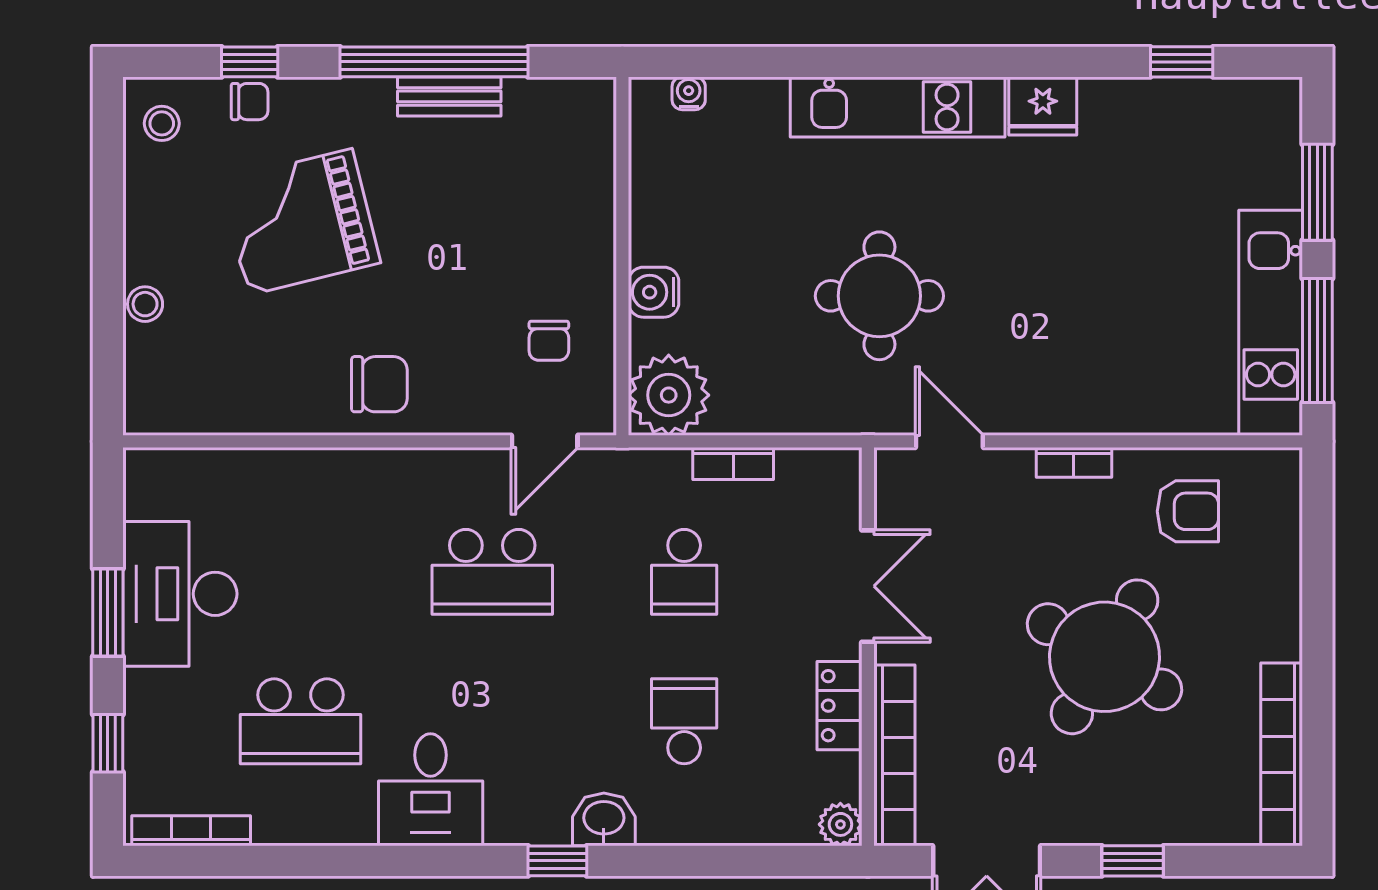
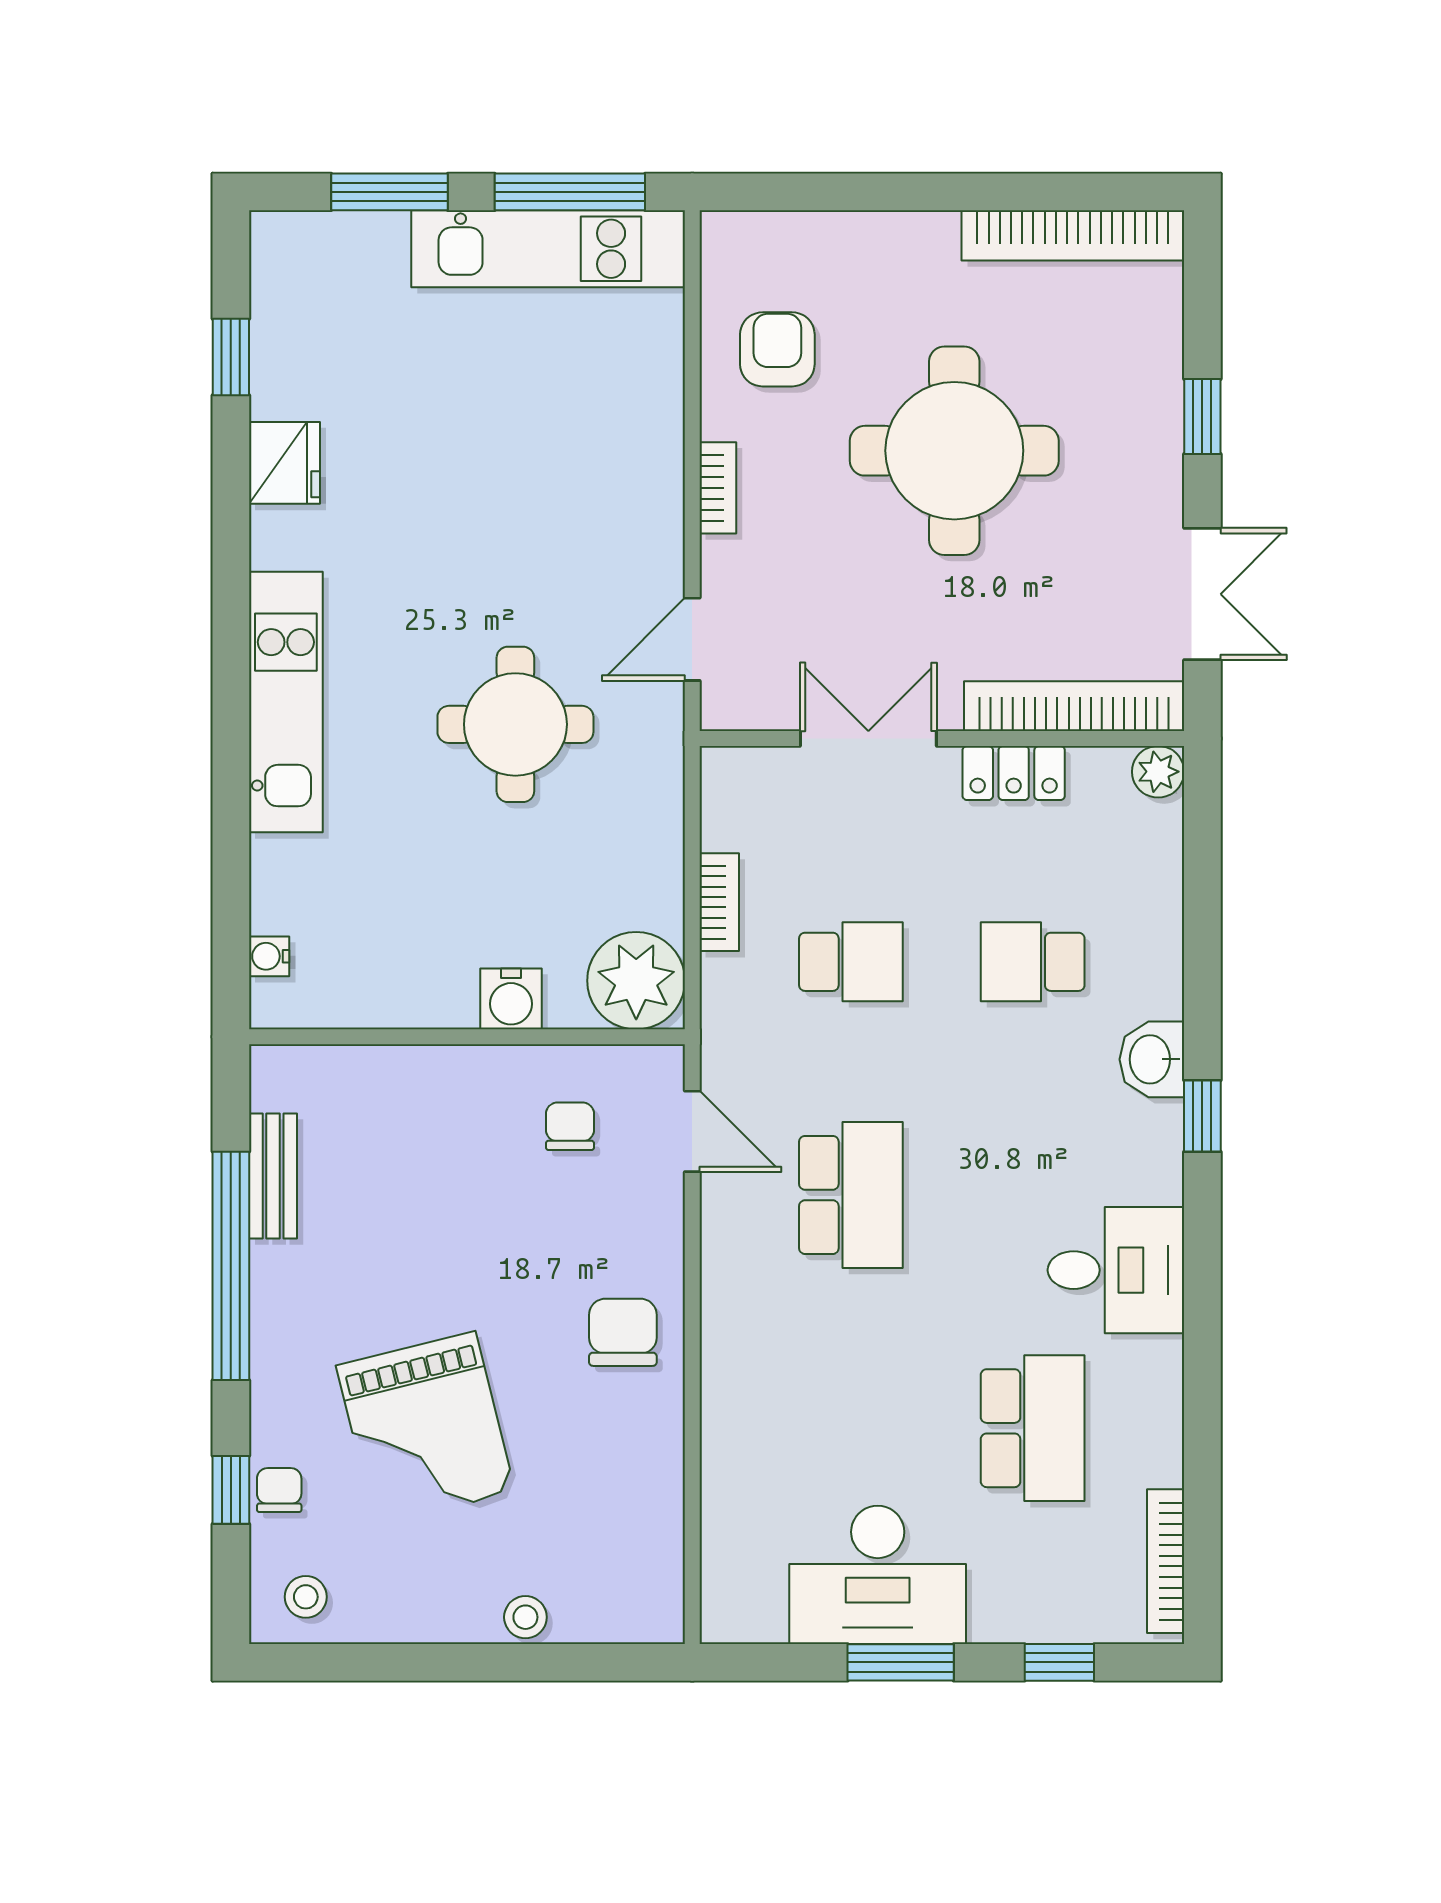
bench: (449, 96) -> (273, 1176), moved
fridge: (1043, 106) -> (285, 463), moved
chair: (549, 341) -> (570, 1126), turned -90
round table: (1105, 657) -> (954, 451), turned -30

